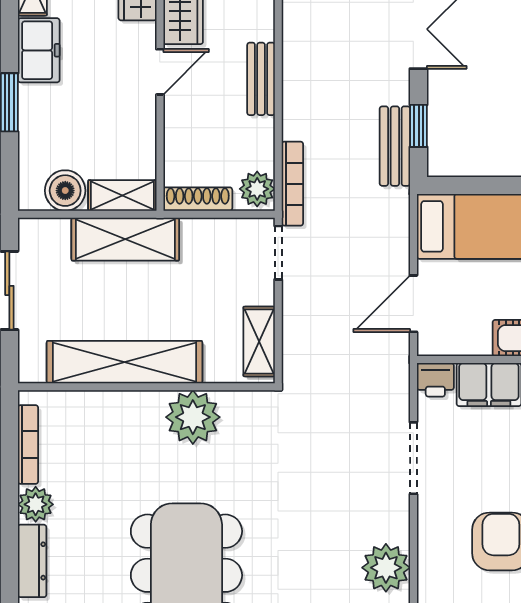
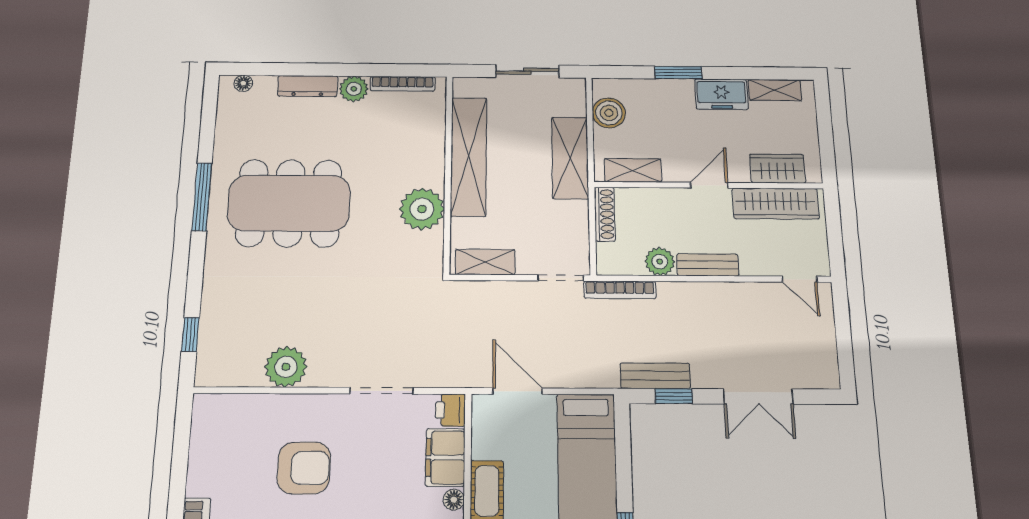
door: (160, 72) -> (709, 185), swing flipped
plant: (257, 189) -> (660, 262), moved
shelving: (122, 195) -> (633, 170), moved, turned 90

